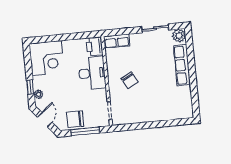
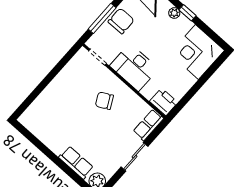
sliding door: (155, 28) -> (135, 157), moved
row of seats: (182, 65) -> (76, 162), width x0.68
desk: (92, 73) -> (134, 67), moved

